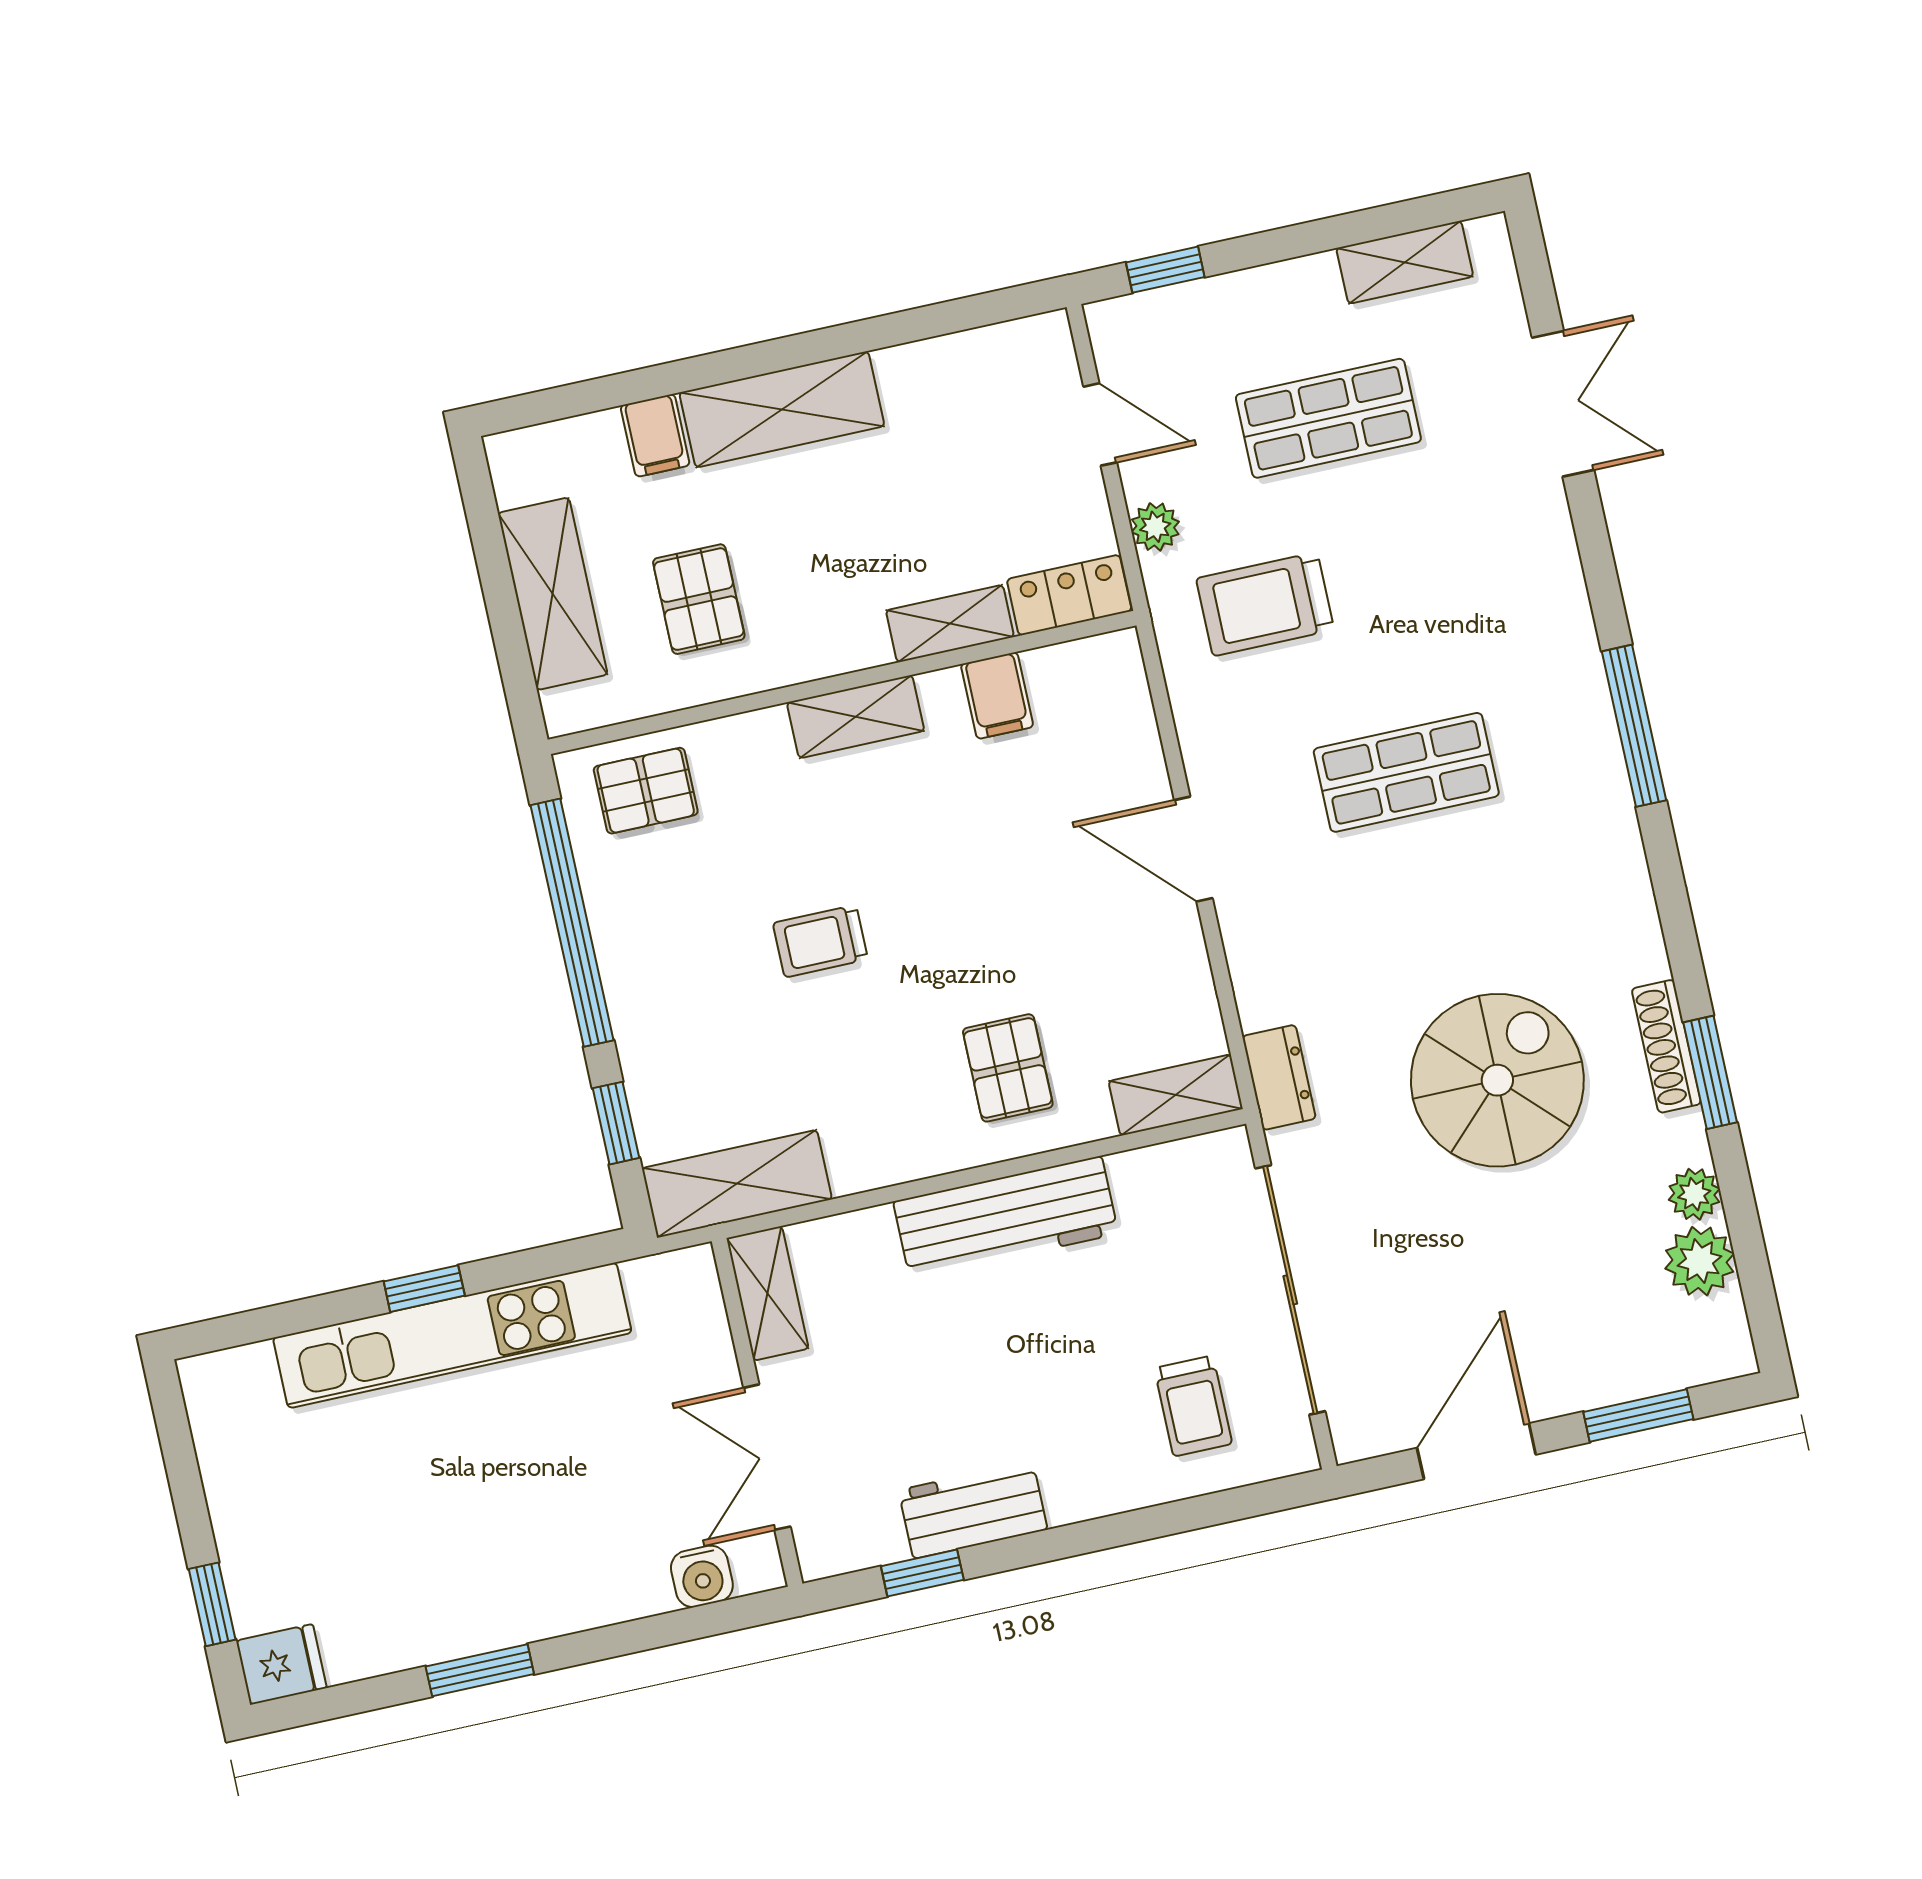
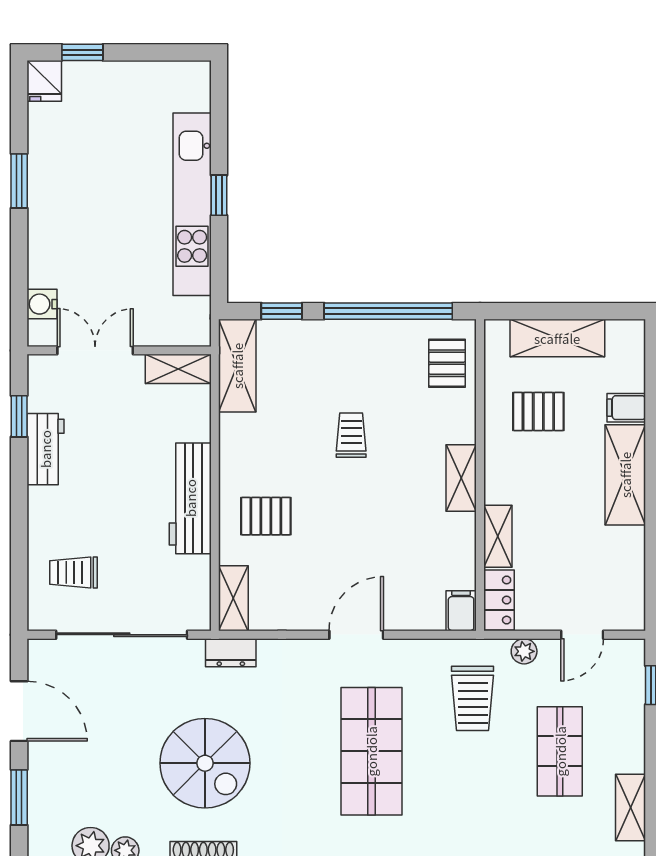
trolley: (1265, 604) -> (473, 698), turned 180
filing cabinet: (997, 696) -> (461, 611), moved, turned 90
shop shelf: (1406, 772) -> (371, 751), width x1.43, depth x1.36

